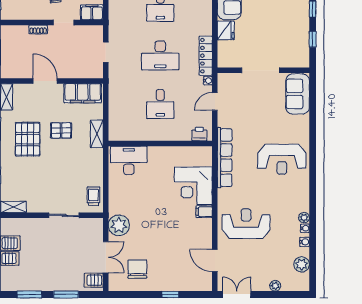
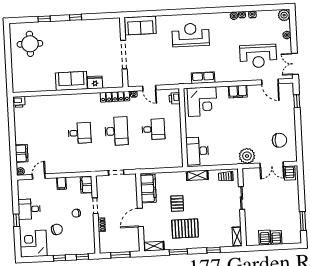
window: (313, 39) -> (98, 16), removed
shelving: (97, 134) -> (197, 175), moved
row of seats: (225, 158) -> (203, 78), width x0.50
reception desk: (282, 159) -> (191, 35), turned -90
corner desk: (193, 186) -> (202, 102), moved
filing cabinet: (204, 212) -> (238, 92), width x2.00
reception desk: (246, 224) -> (258, 56), moved, turned -90
double door: (106, 257) -> (272, 165), swing flipped
door: (215, 261) -> (270, 82), hinge flipped
plant: (302, 264) -> (284, 15), moved
chair: (137, 269) -> (279, 140), turned 180
window: (66, 294) -> (301, 193), removed
window: (170, 294) -> (297, 101), moved

